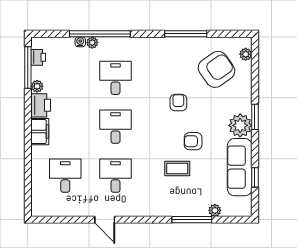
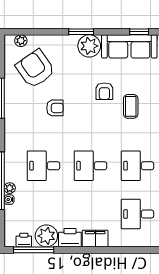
plant: (37, 86) -> (46, 236), width x1.88, depth x1.88
armchair: (178, 103) -> (55, 108), moved, turned 180

